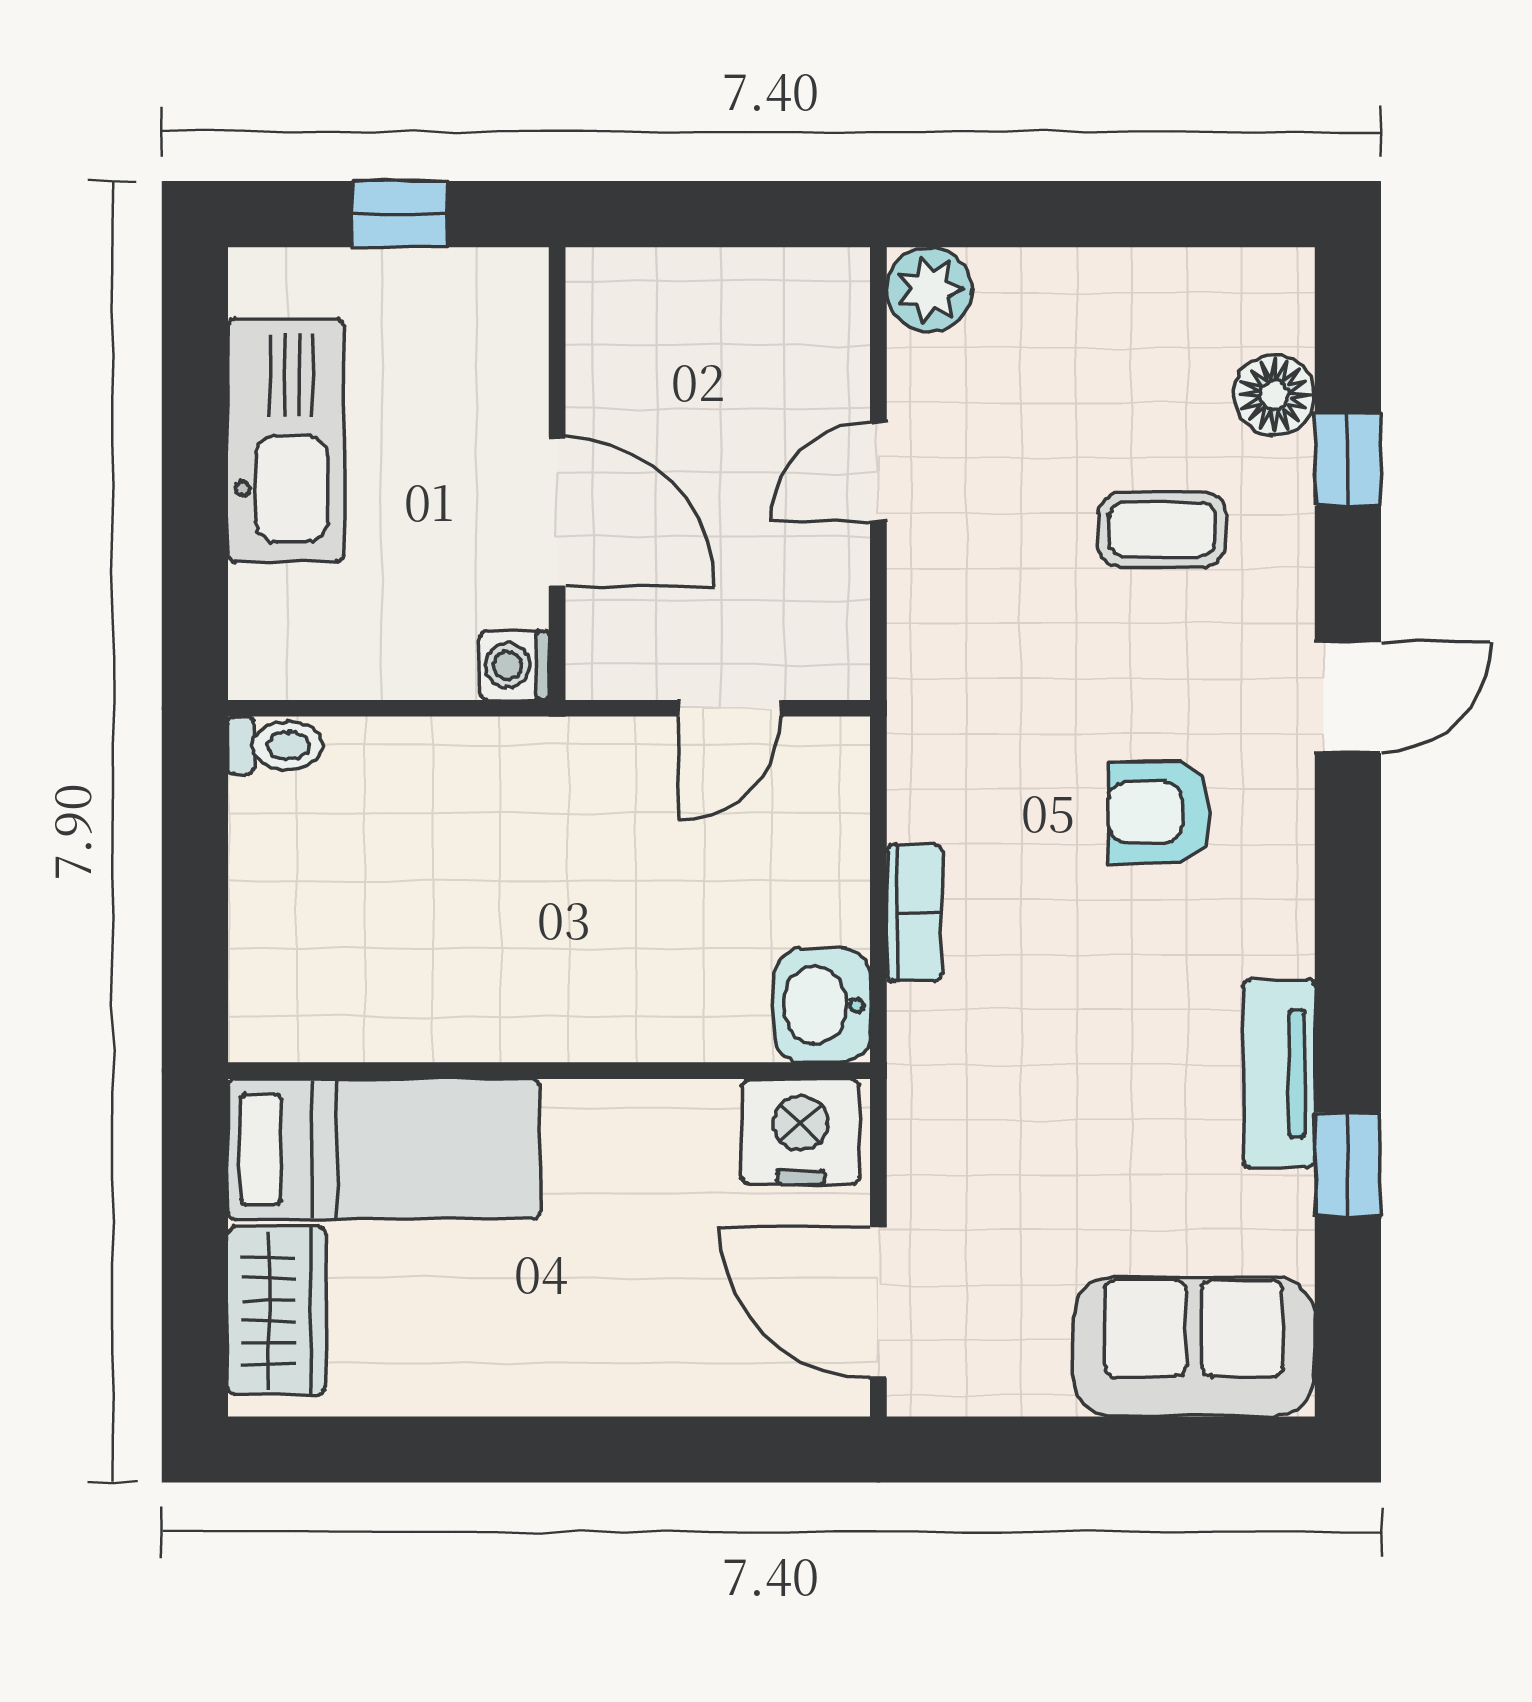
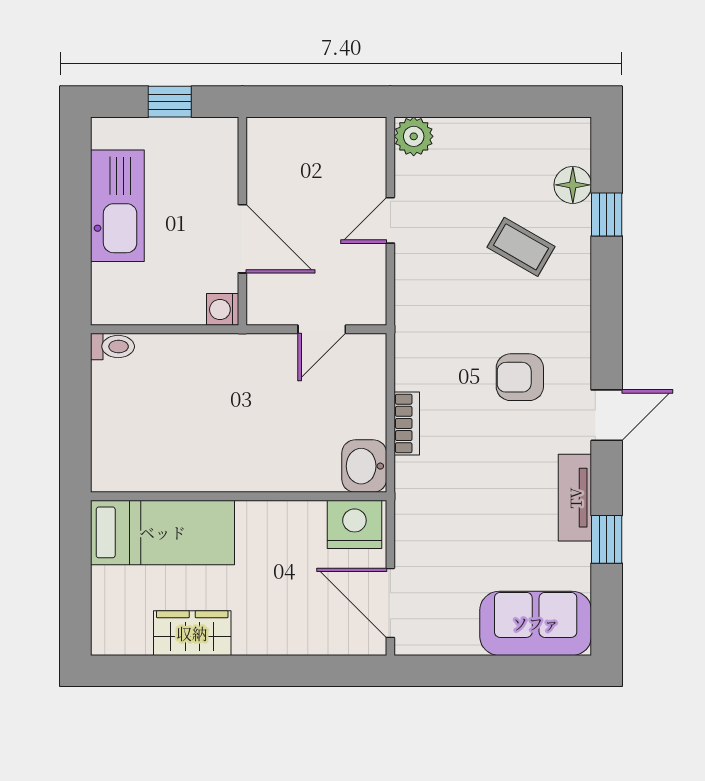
coffee table: (1162, 529) -> (521, 247), turned 30
door: (1348, 698) -> (607, 415), moved
wardrobe: (277, 1310) -> (192, 633), moved, turned -90

